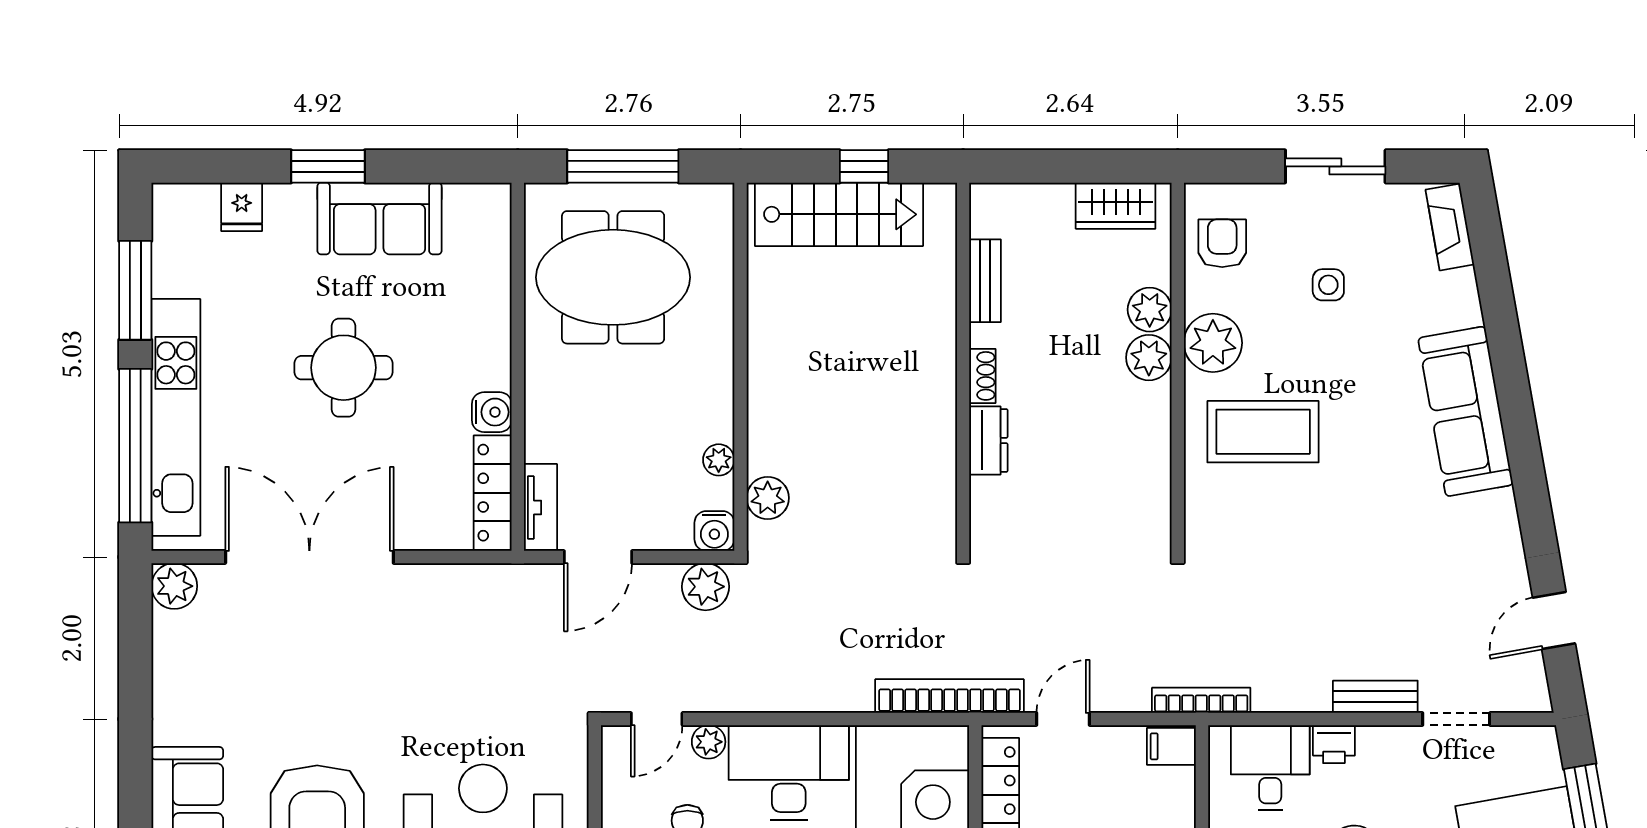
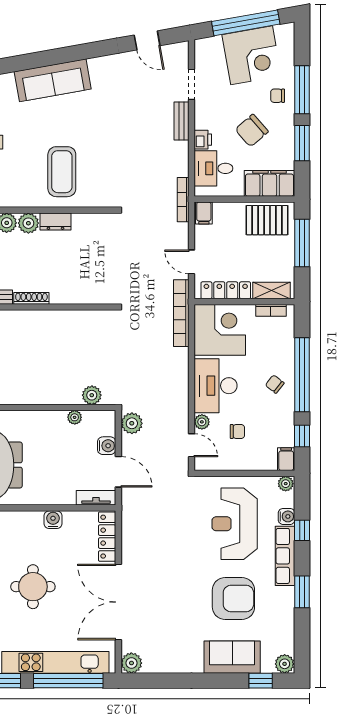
plant: (1213, 343) -> (22, 194), removed
shoe rack: (982, 376) -> (31, 298), width x1.43
dresser: (988, 440) -> (55, 222), moved, turned 180
locker: (493, 493) -> (107, 537), moved, turned 90
water cooler: (714, 531) -> (107, 446), moved

